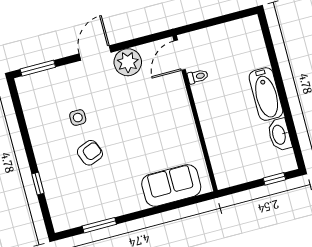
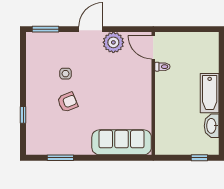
door: (180, 55) -> (153, 47), hinge flipped
sofa: (171, 185) -> (122, 142), width x1.36

